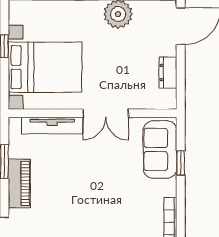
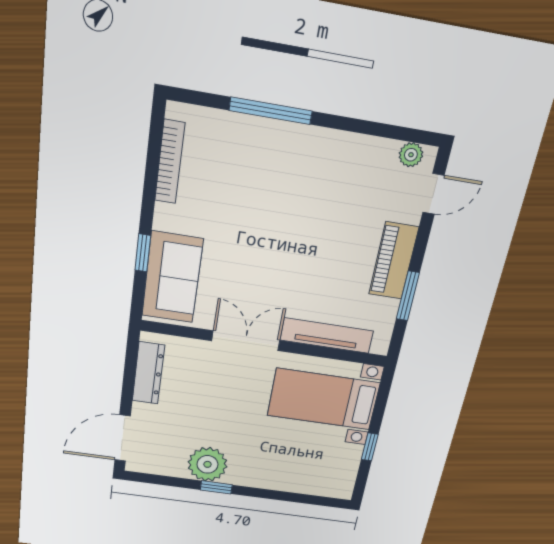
bed with nightstands: (45, 67) -> (323, 399), width x0.73
dresser: (168, 72) -> (148, 373), width x1.44

